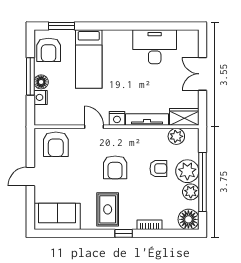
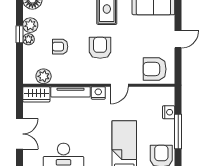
floor lamp: (41, 82) -> (168, 126), removed
door: (94, 127) -> (119, 85), hinge flipped
armchair: (56, 144) -> (155, 69), turned -90
plant: (187, 171) -> (28, 39), width x0.53, depth x0.53
window: (202, 182) -> (19, 34), width x0.32

